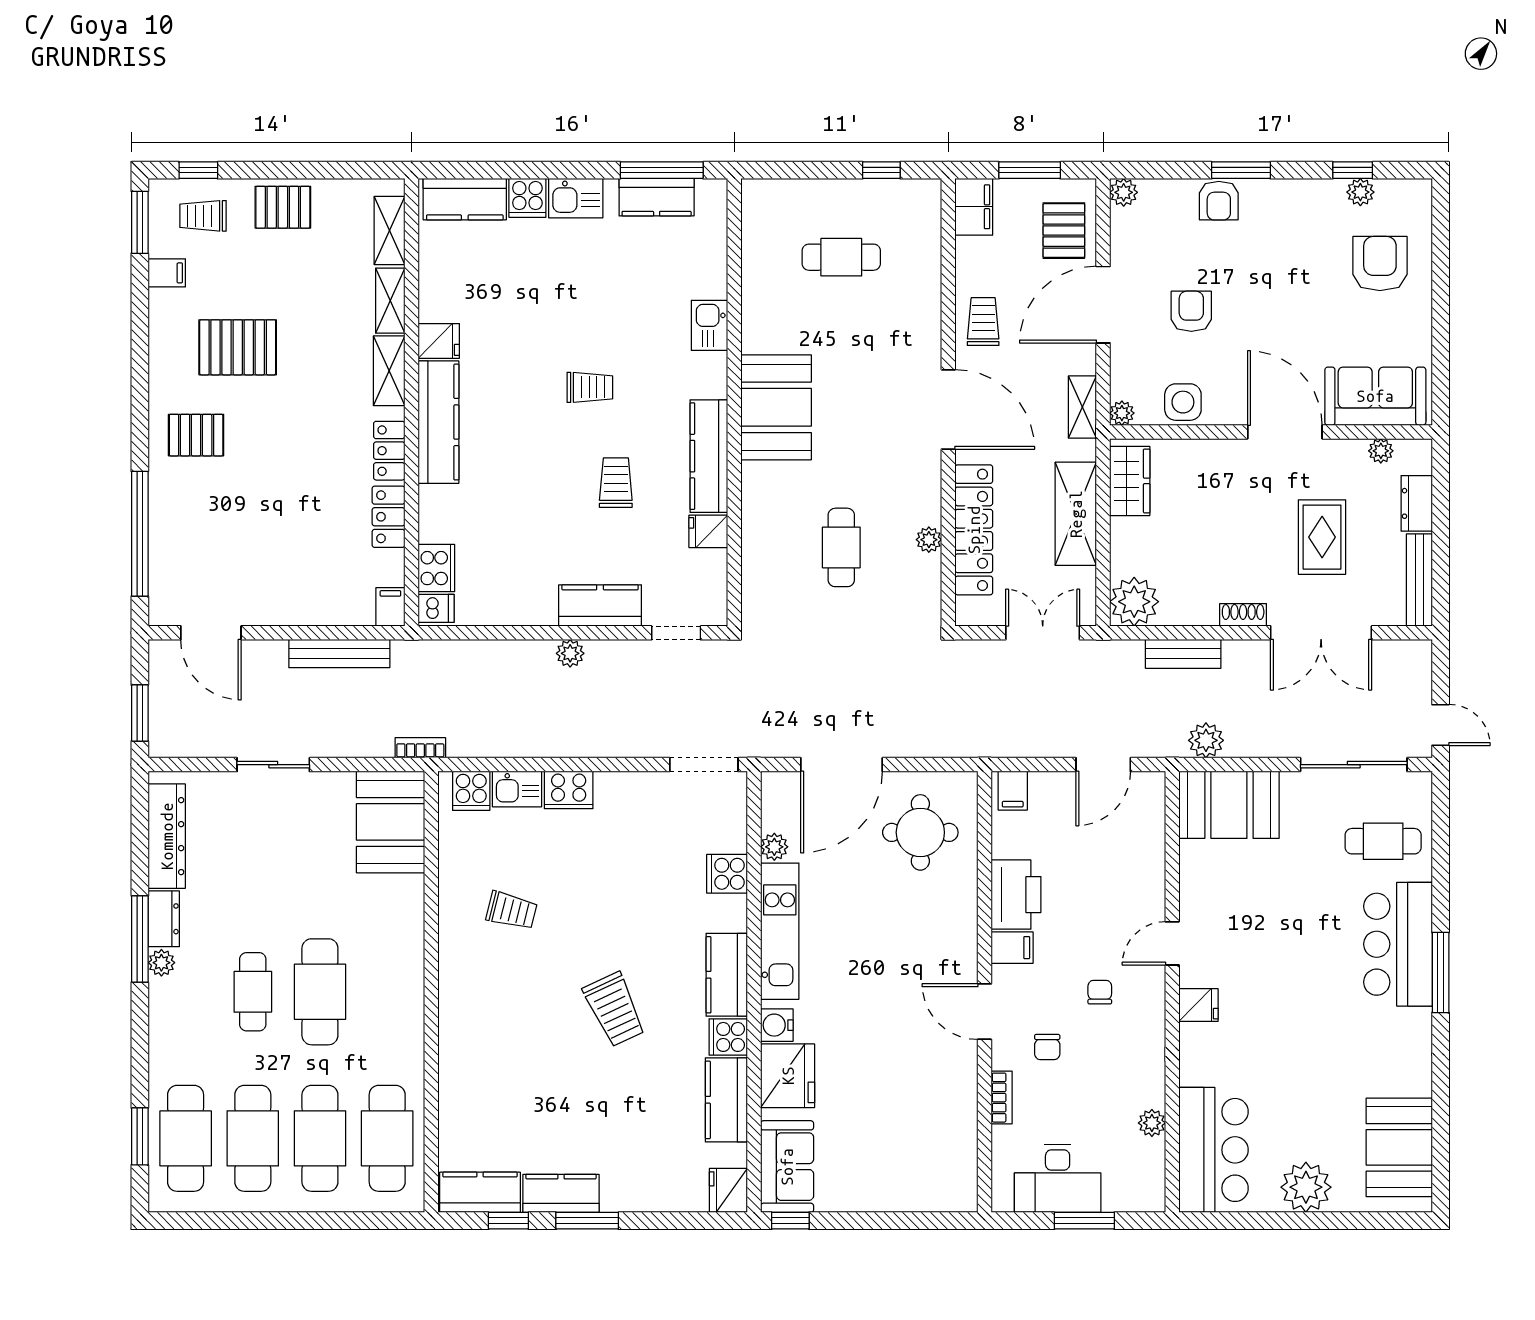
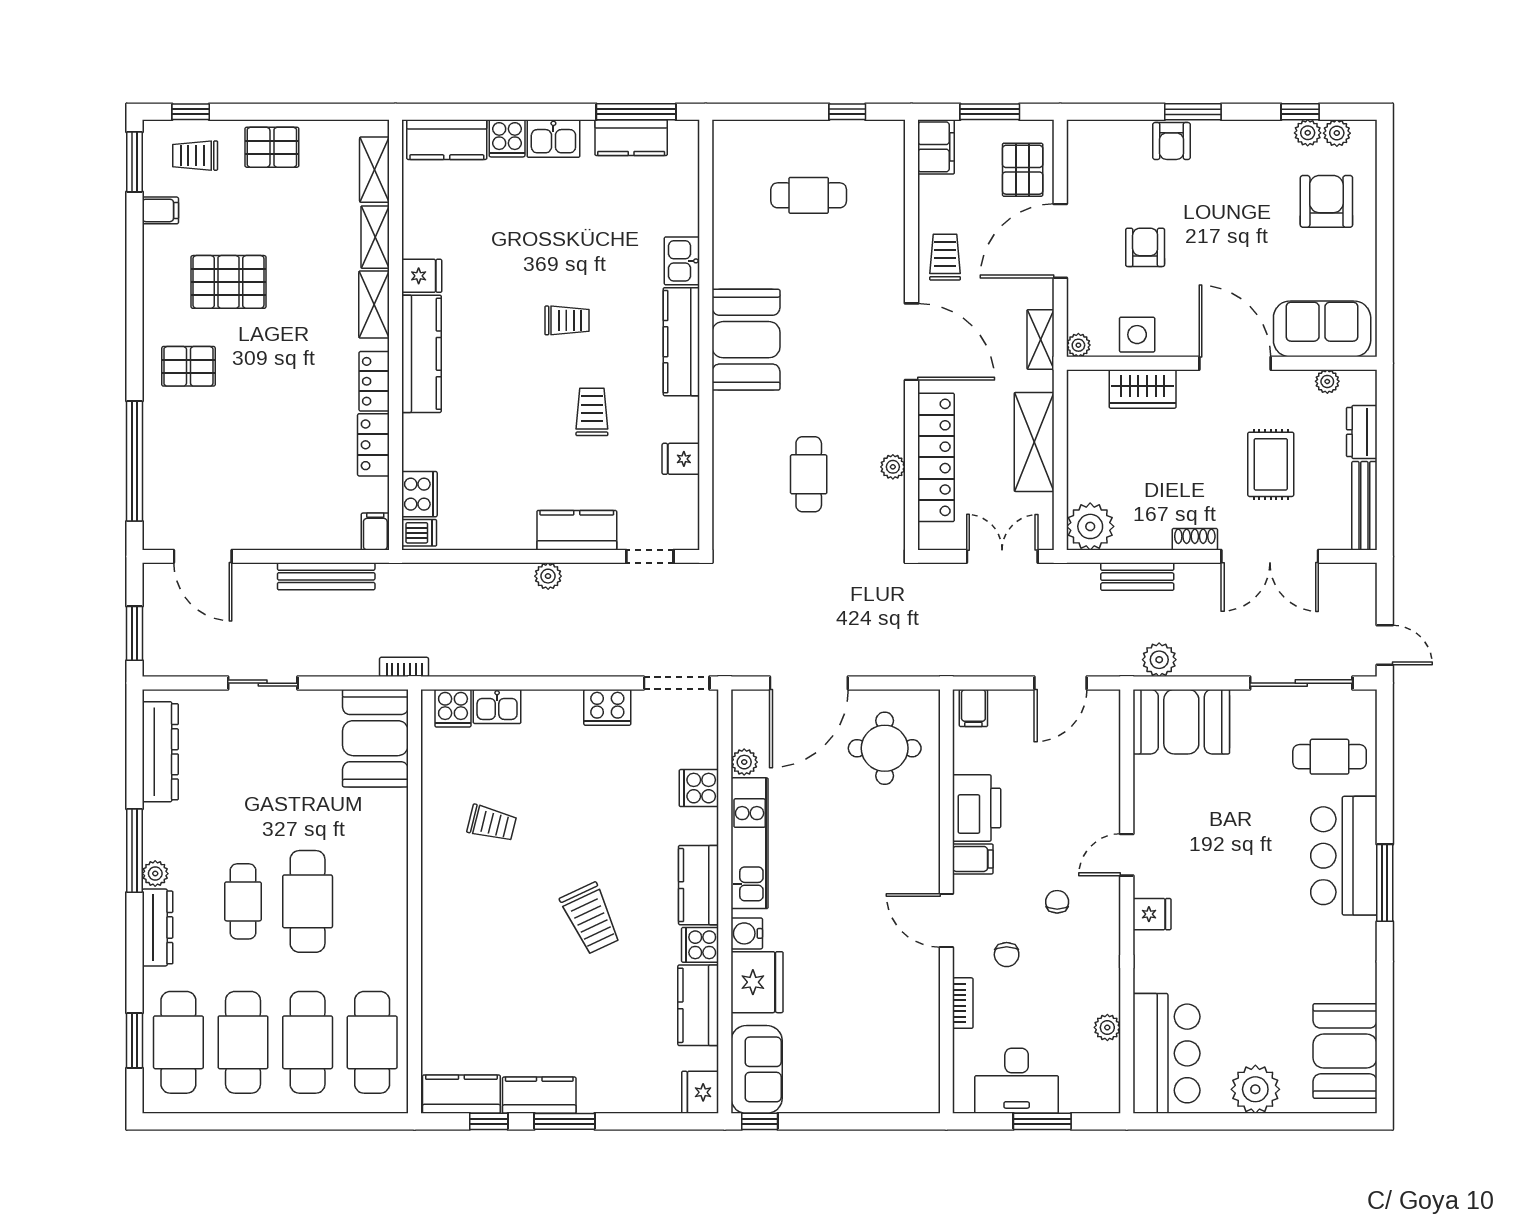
plant: (1124, 192) -> (1337, 133), moved
kitchen counter: (709, 456) -> (681, 342), moved
wardrobe: (1130, 481) -> (1143, 389), moved, turned 90
cooker: (569, 790) -> (607, 707), moved
dresser: (164, 919) -> (157, 927), moved, width x1.44

